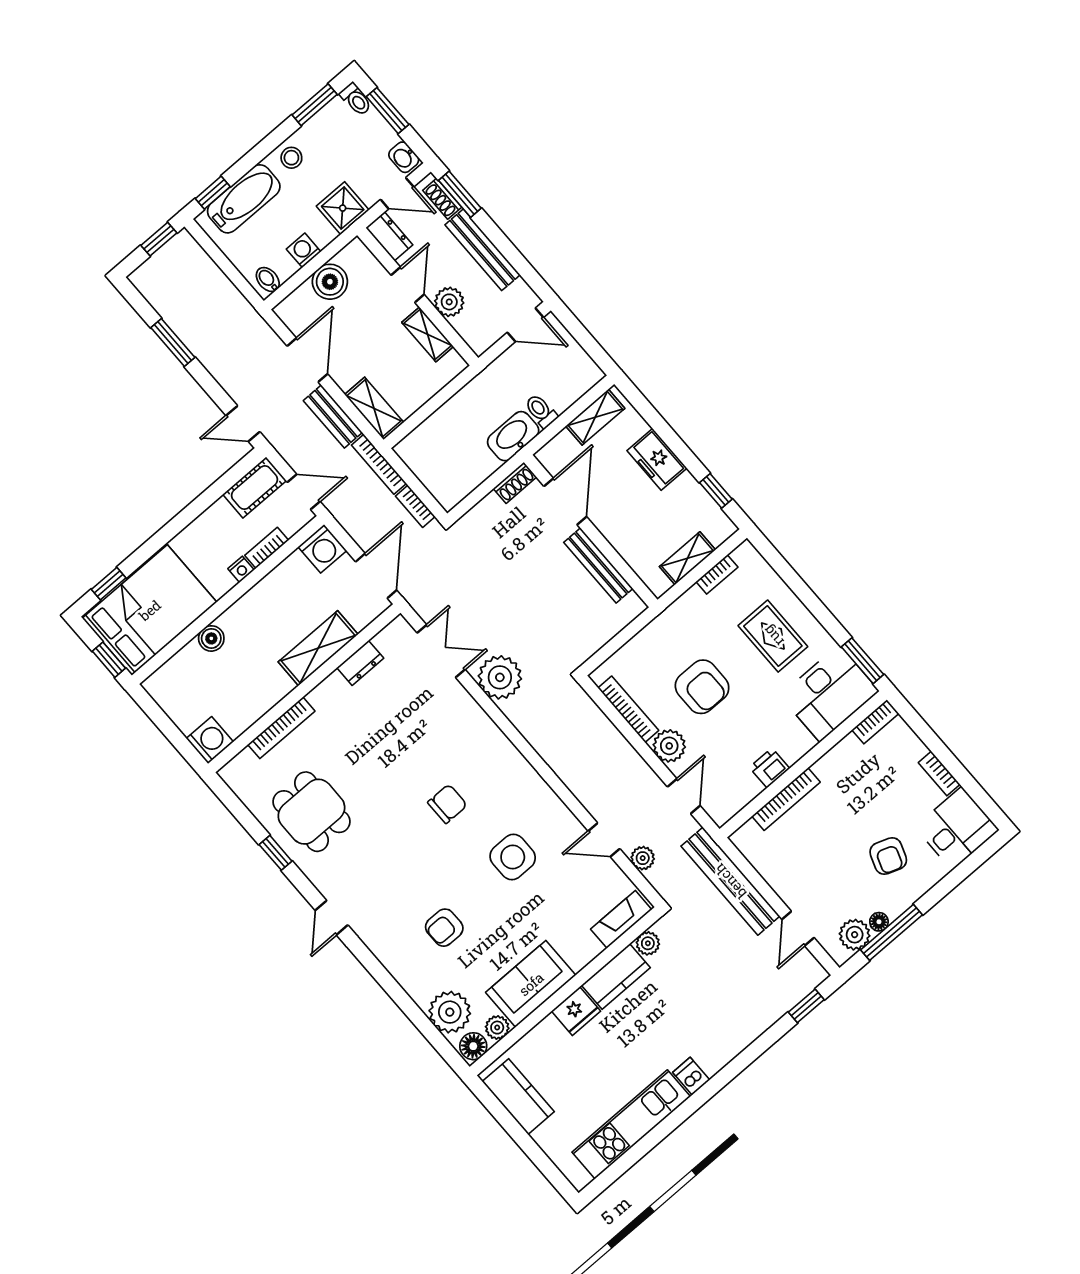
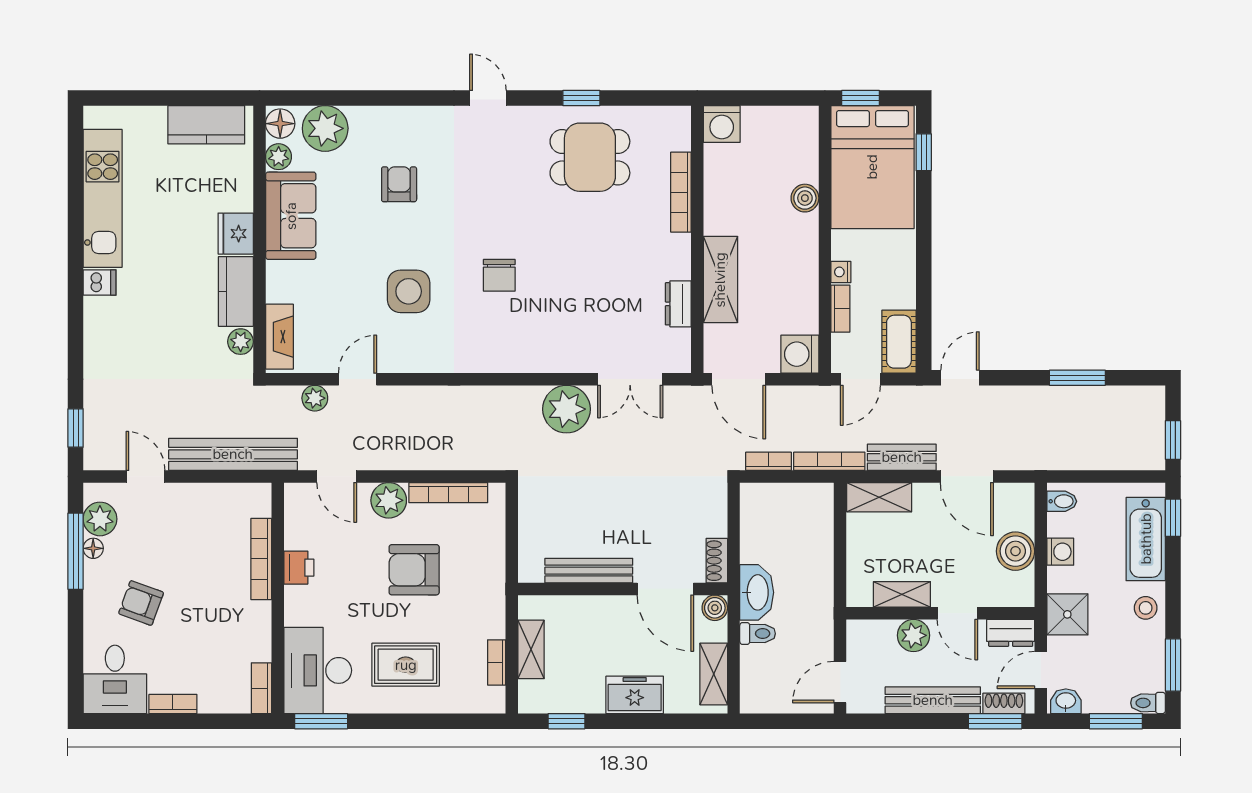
boiler: (549, 456) -> (715, 608), added

